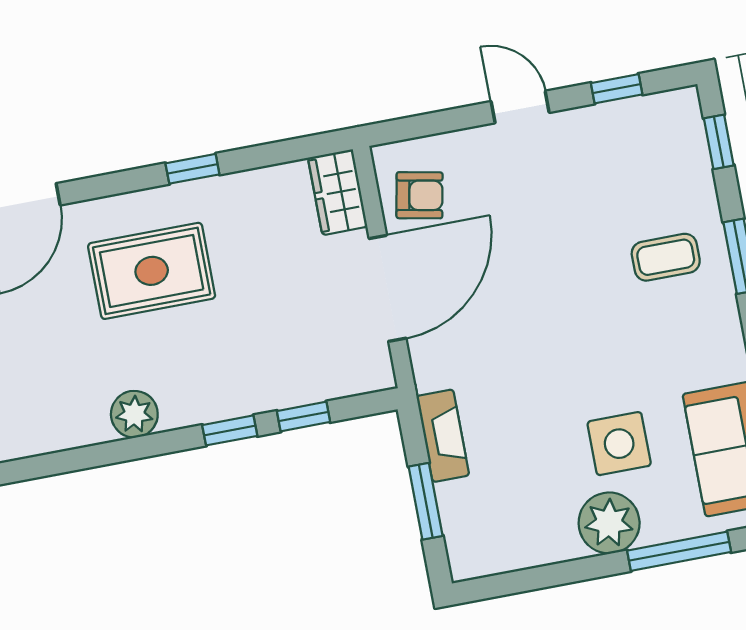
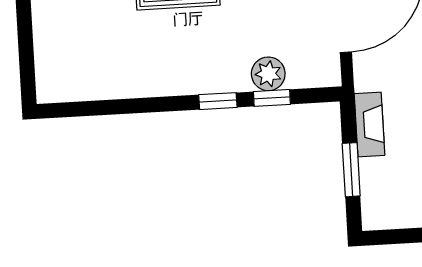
plant: (134, 414) -> (268, 74), moved

